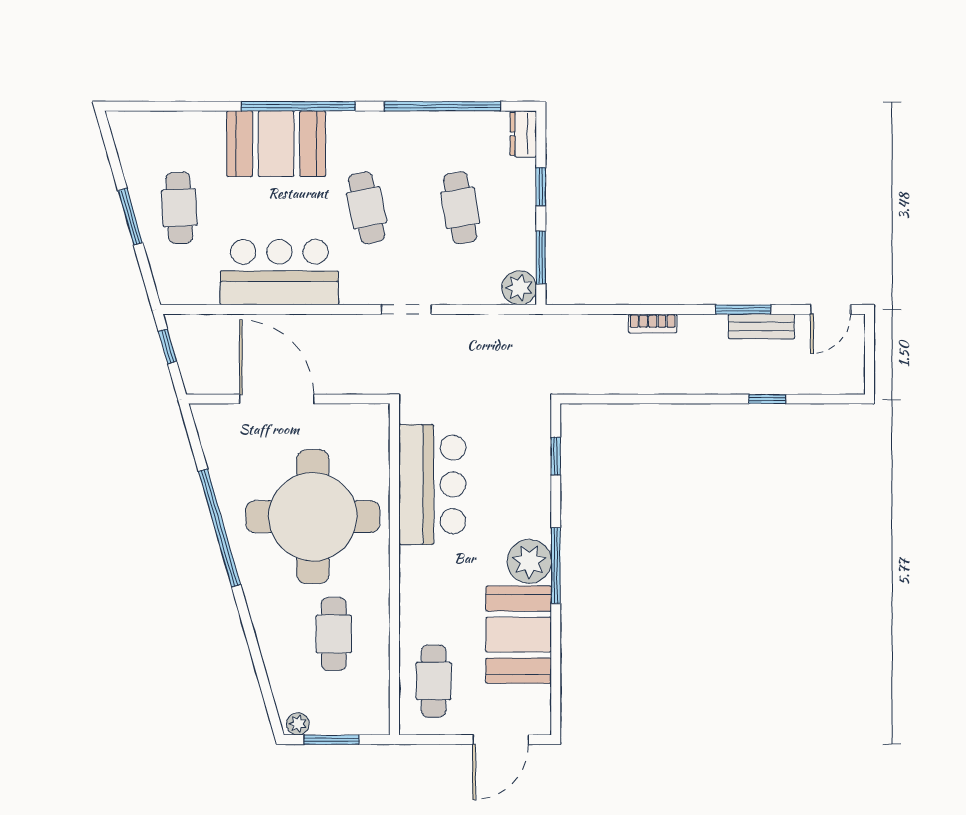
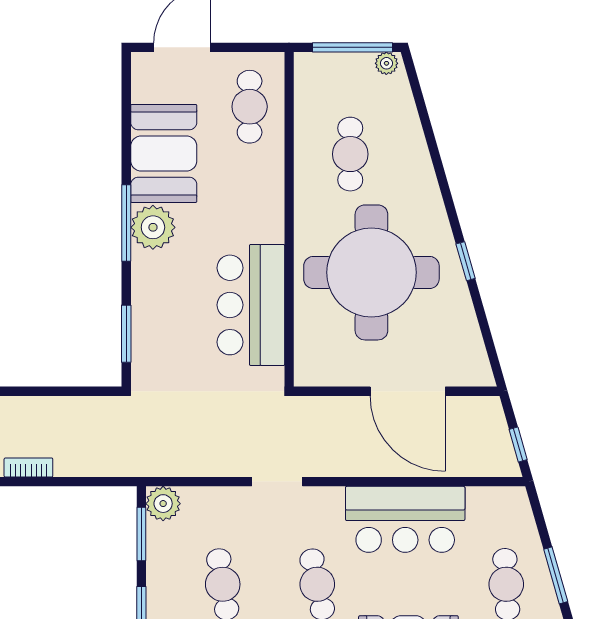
window: (556, 456) -> (126, 334), width x1.50
window: (220, 528) -> (466, 261), width x0.32
window: (332, 740) -> (352, 47), width x1.44

